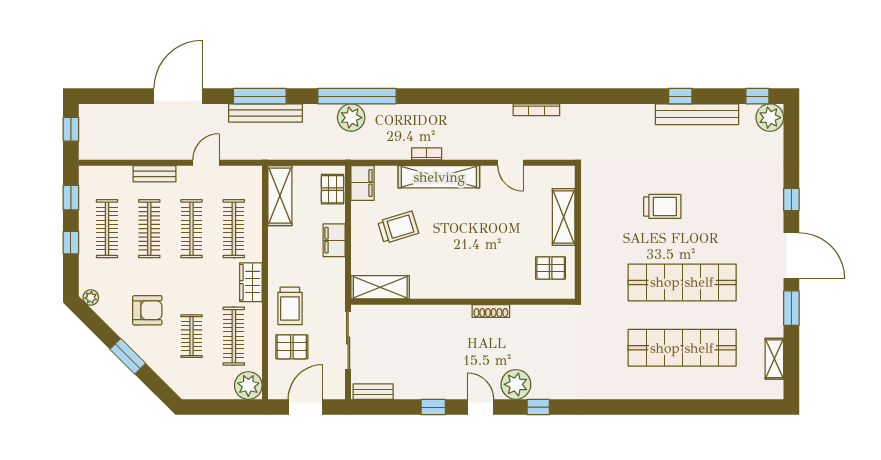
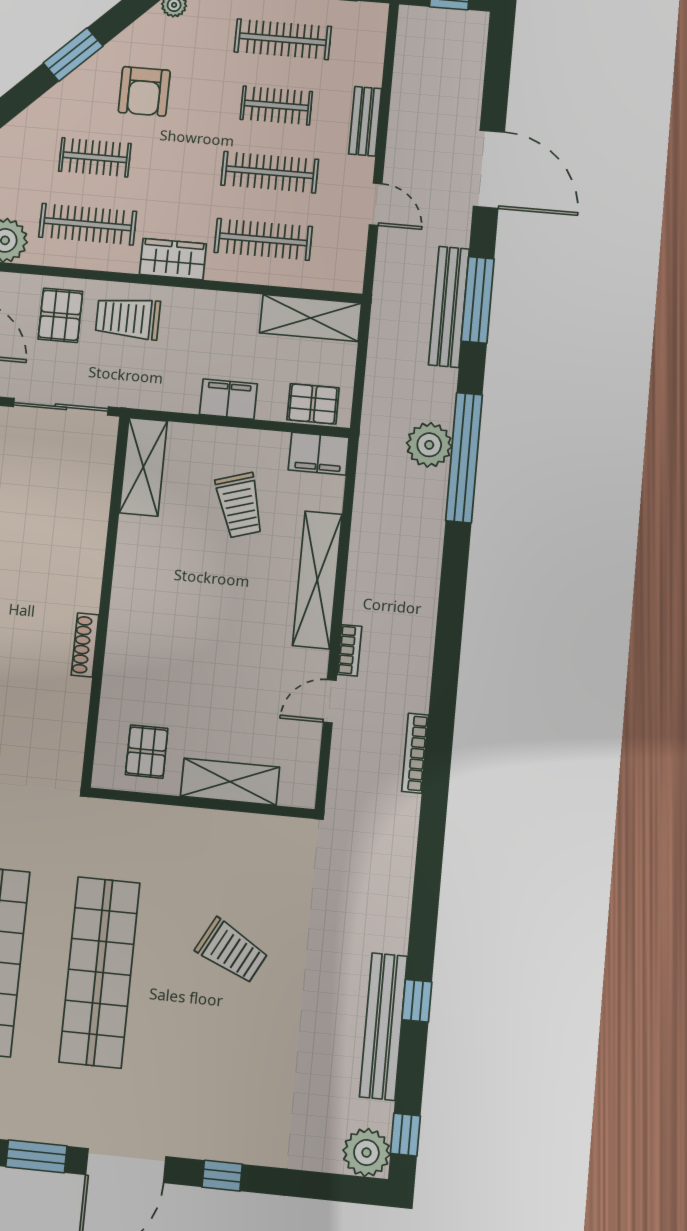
bookcase: (427, 154) -> (349, 650), moved
trolley: (662, 206) -> (232, 951), turned -62
clothes rail: (149, 229) -> (276, 106), width x0.73

